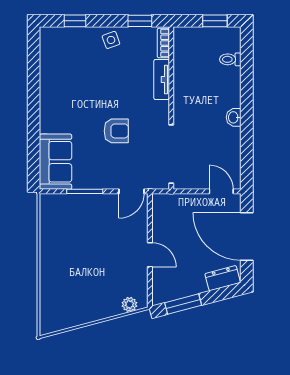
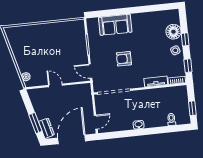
window: (75, 21) -> (185, 39), moved
floor lamp: (78, 40) -> (173, 32), added
armchair: (116, 131) -> (124, 59), turned 90
sofa: (55, 162) -> (115, 25), moved
door: (150, 255) -> (55, 85), swing flipped
window: (183, 304) -> (35, 123), moved

